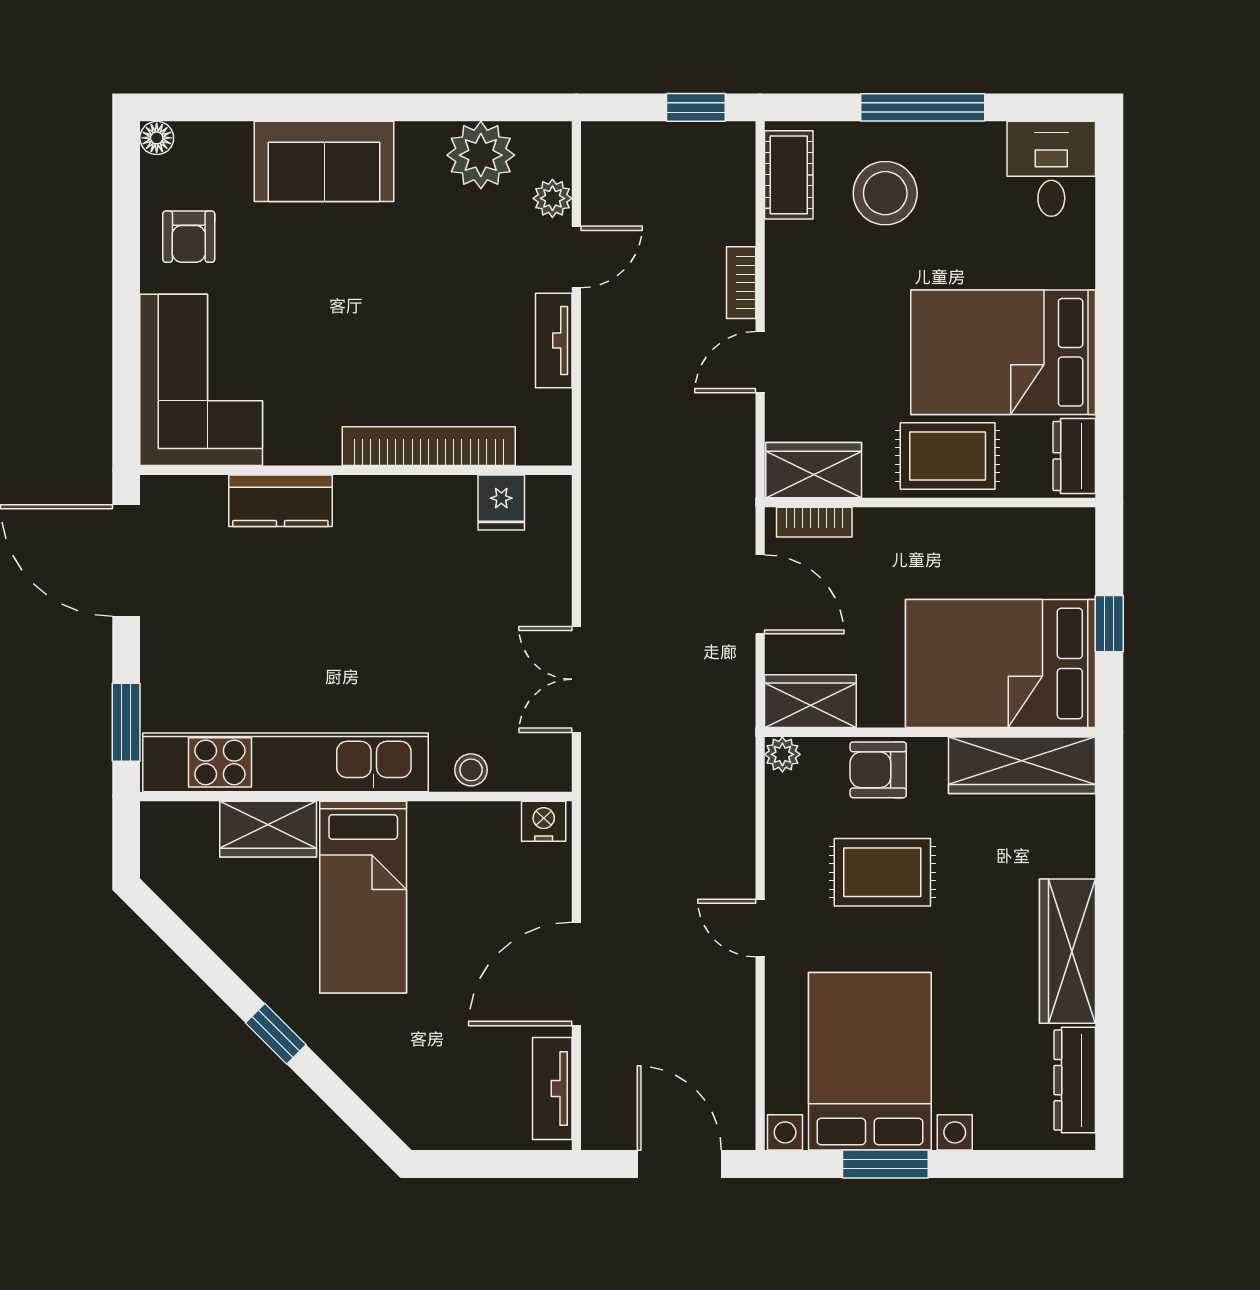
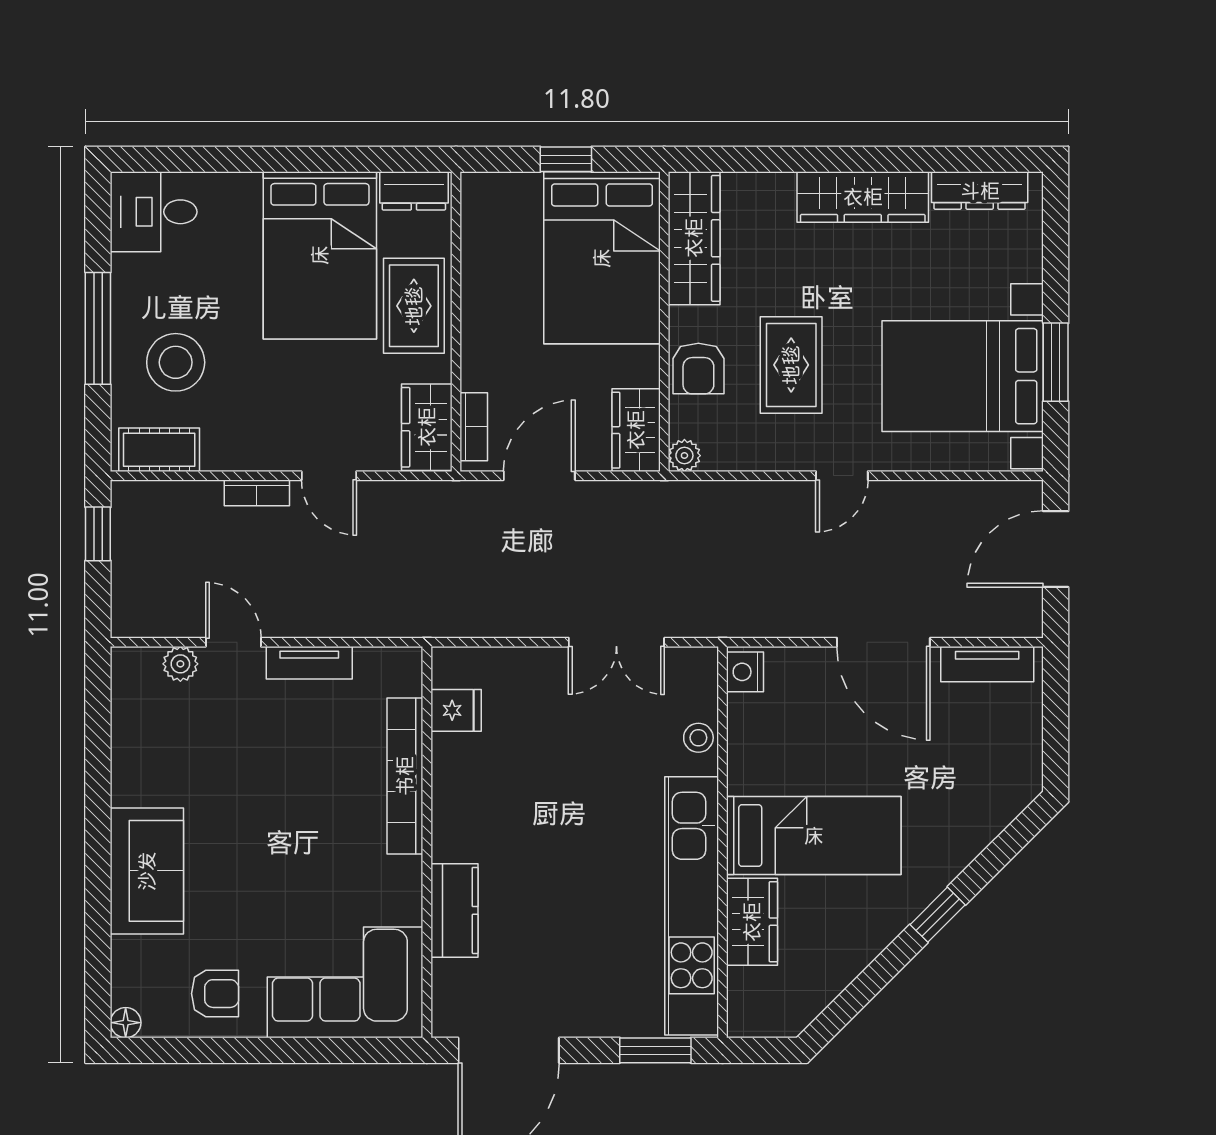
plant: (481, 155) -> (141, 729), removed

